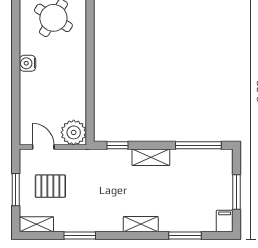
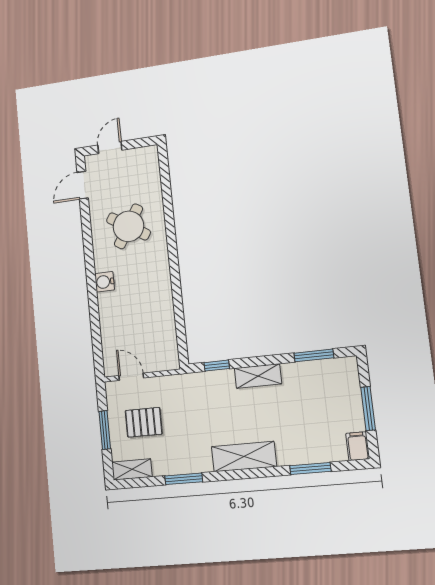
plant: (74, 132) -> (164, 356), removed
window: (198, 145) -> (314, 355), width x0.69
shelving: (141, 224) -> (244, 457), width x1.50, depth x1.33

